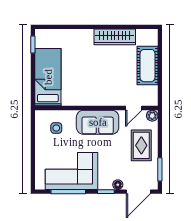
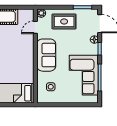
door: (134, 108) -> (35, 27), swing flipped

